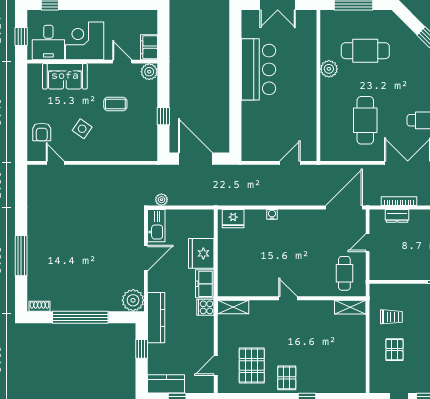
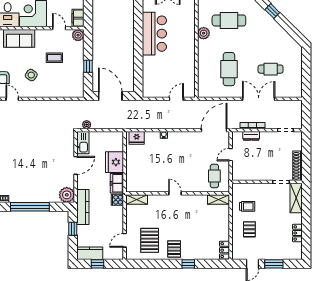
locker: (359, 379) -> (224, 250), added

